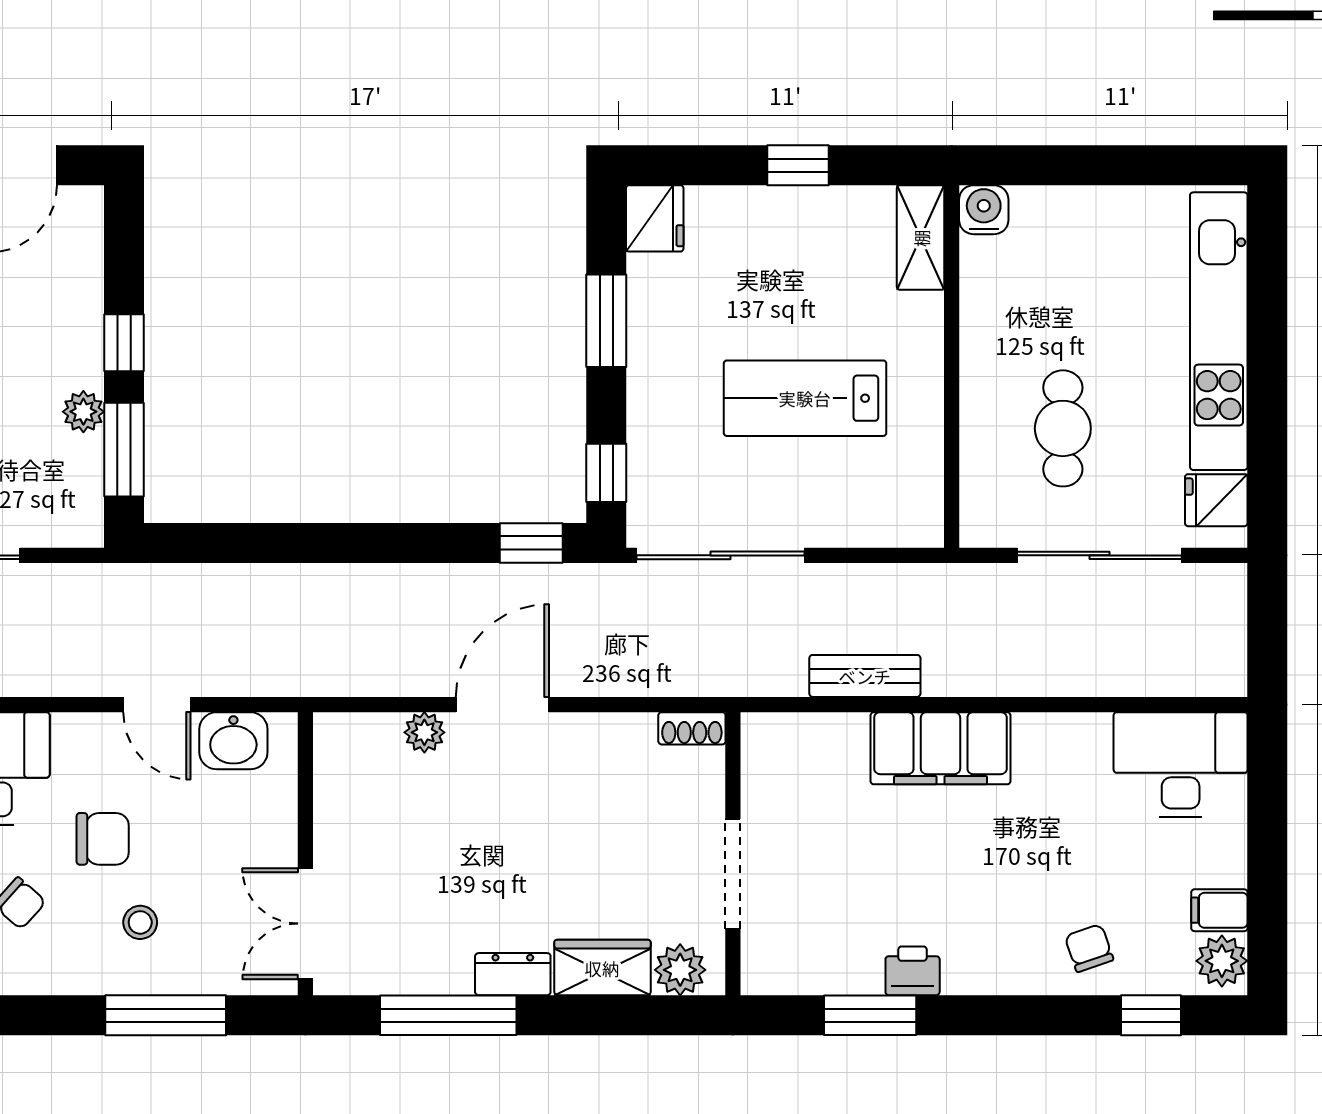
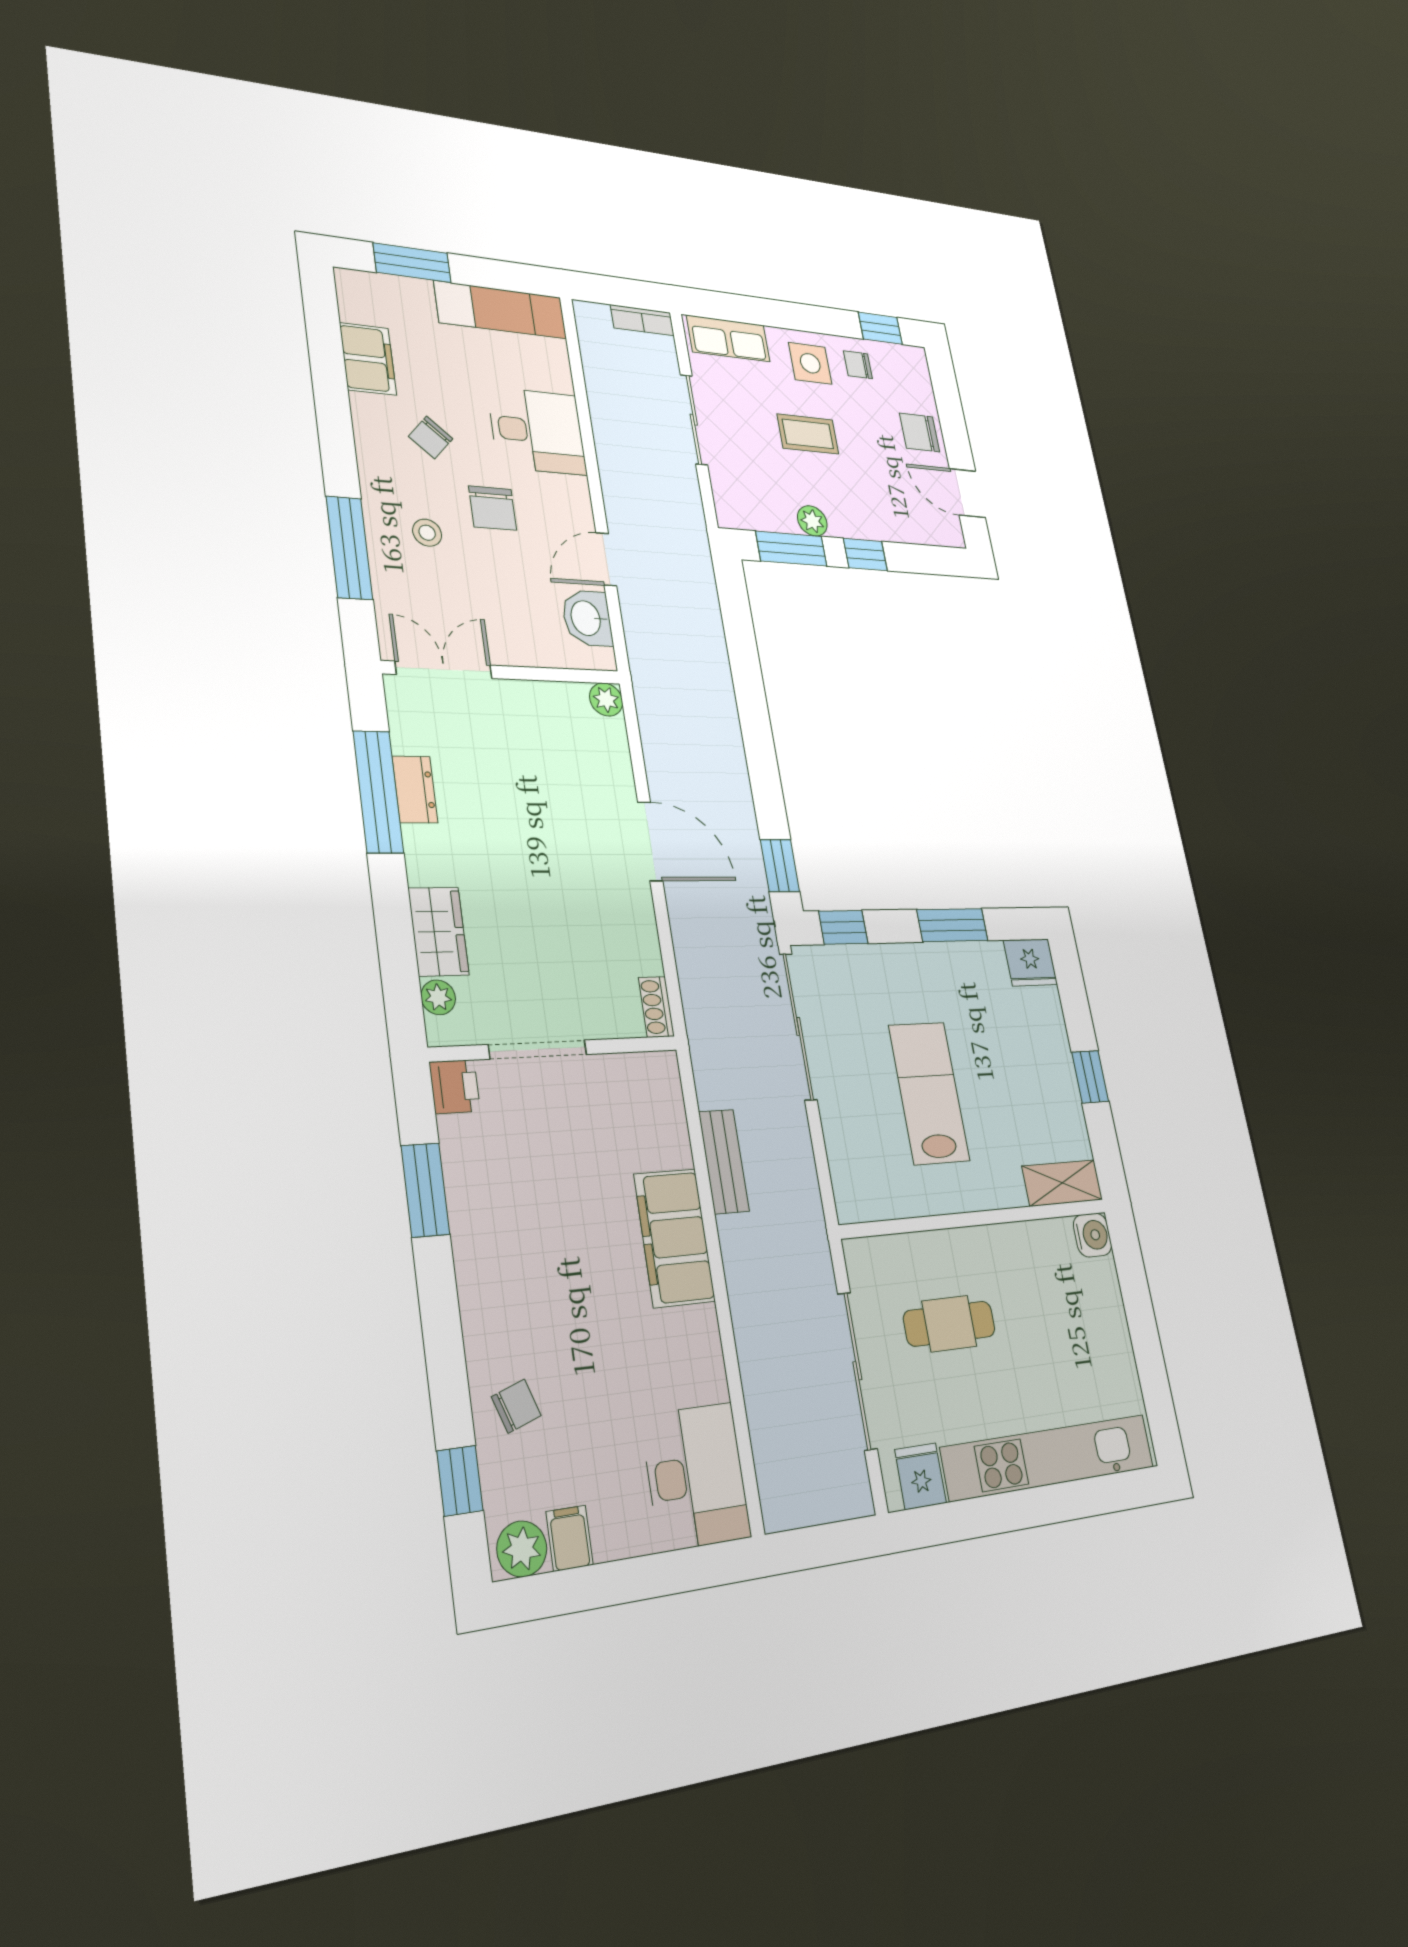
plant: (424, 732) -> (606, 699), moved
plant: (680, 970) -> (438, 997), width x0.73, depth x0.73
printer: (913, 971) -> (455, 1087), moved
dresser: (513, 974) -> (415, 789), moved

